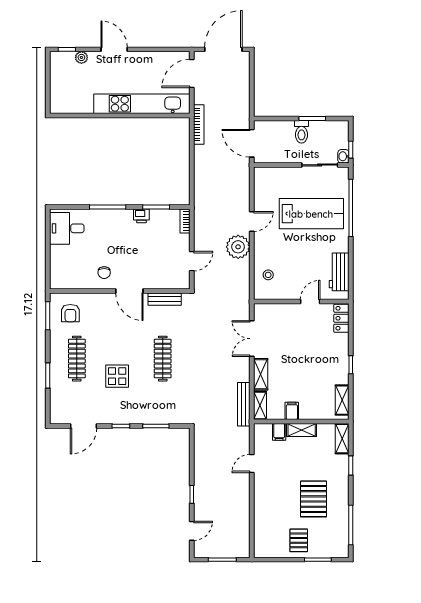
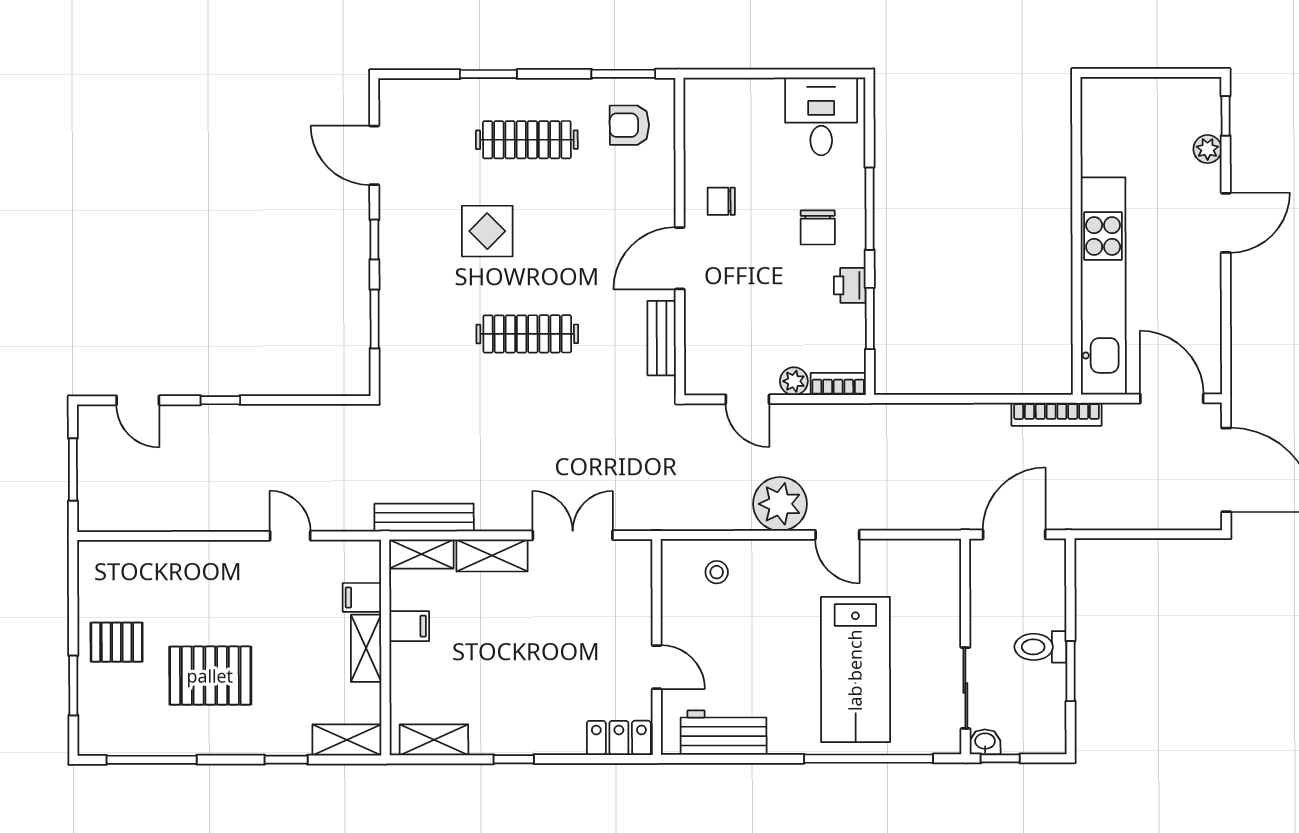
chair: (116, 230) -> (818, 227), added
plant: (184, 241) -> (794, 381), added

